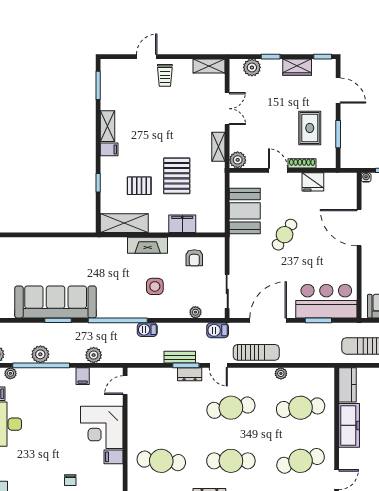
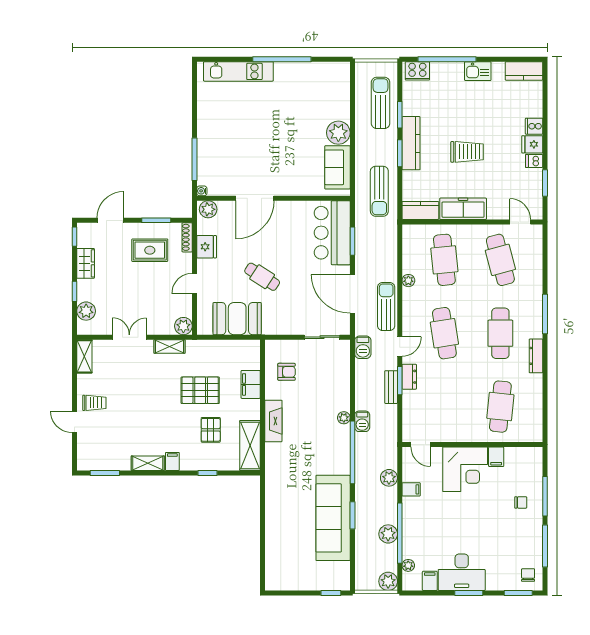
shoe rack: (302, 163) -> (187, 237), moved
plant: (349, 183) -> (208, 209), added
side table: (155, 286) -> (317, 413), removed
plant: (195, 312) -> (344, 418), moved

